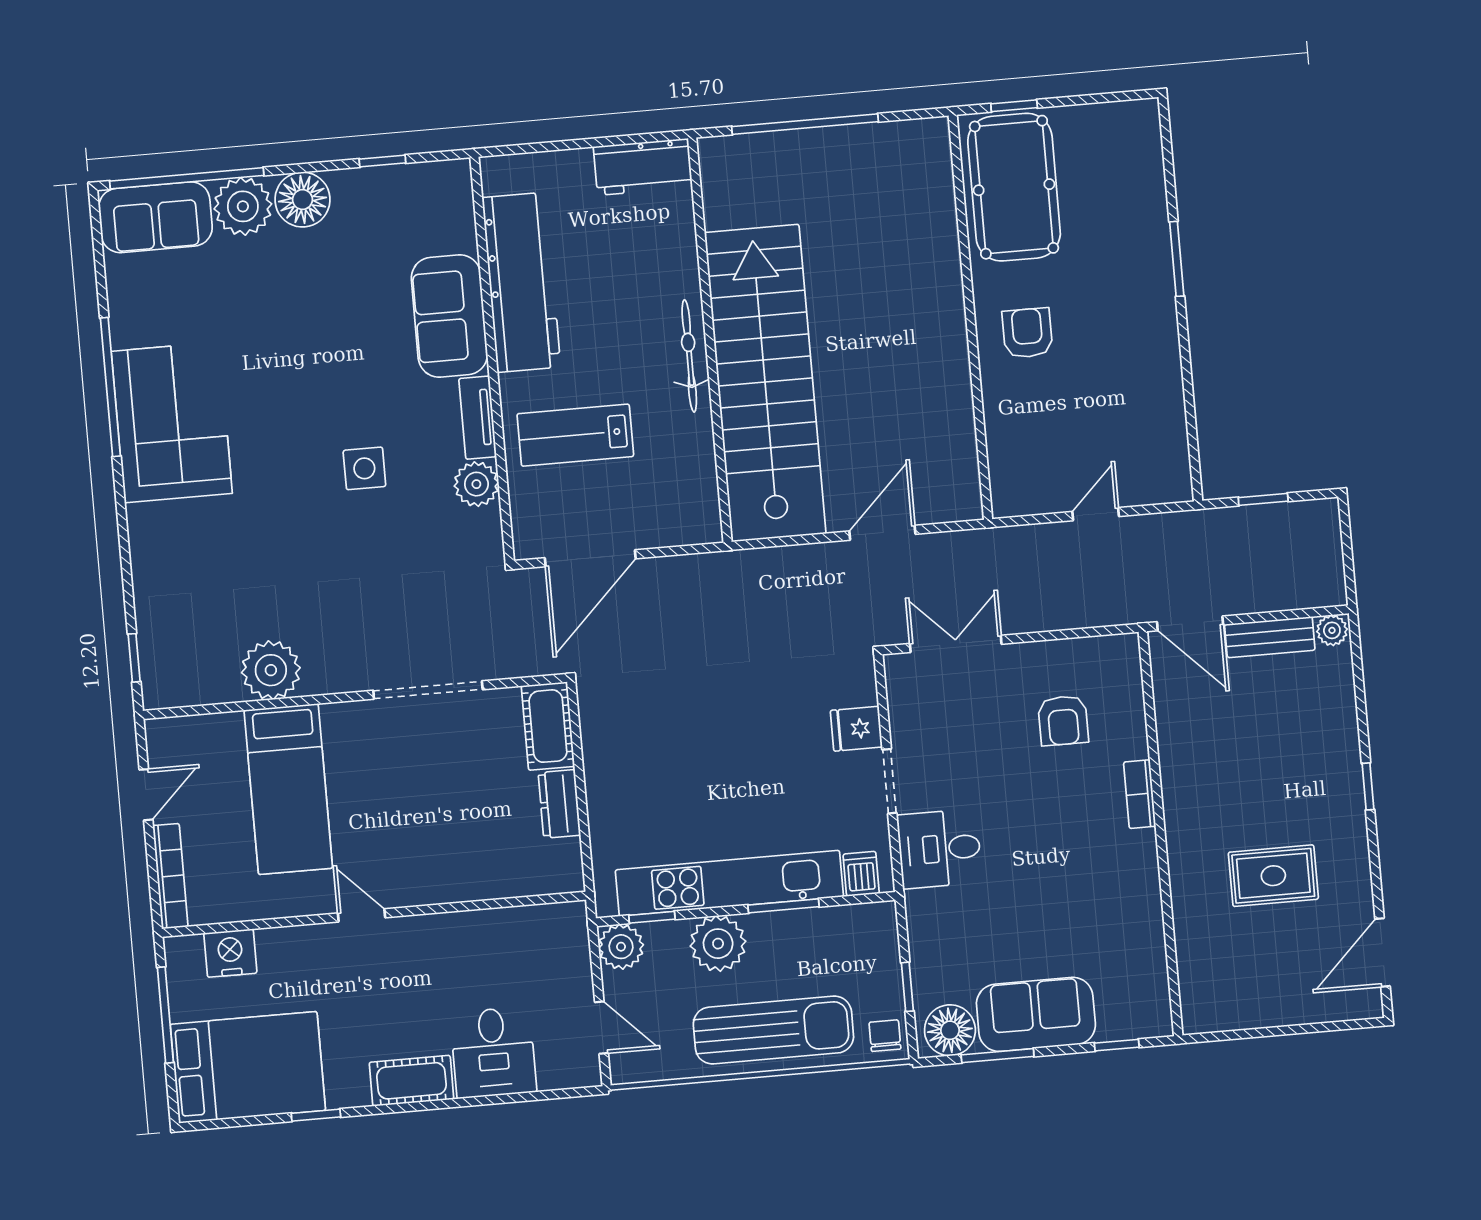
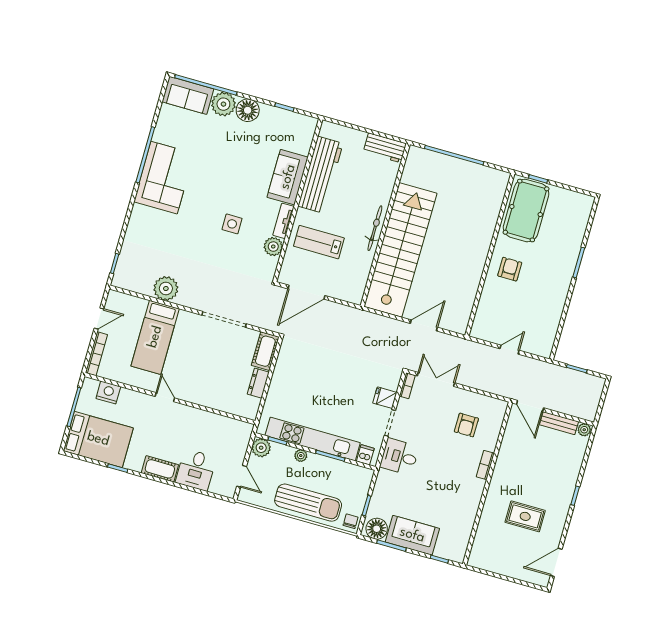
bookcase: (897, 683) -> (407, 386), added
plant: (718, 944) -> (301, 456), width x0.53, depth x0.53

